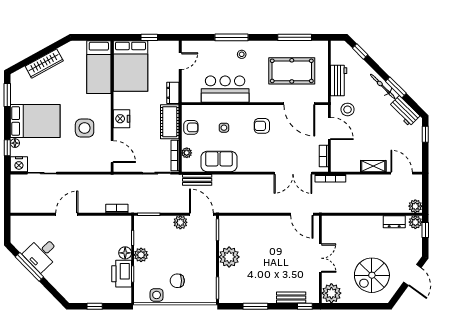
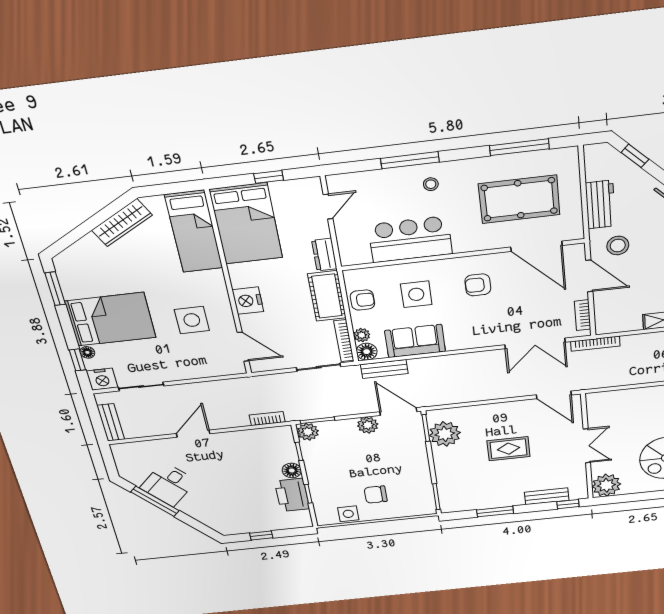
wardrobe: (44, 64) -> (122, 223), moved
side table: (224, 128) -> (416, 294), width x1.87, depth x1.87
floor lamp: (188, 165) -> (367, 352), added
bench: (16, 198) -> (111, 422), added
rug: (269, 254) -> (508, 449), added
plant: (141, 255) -> (308, 432), moved
plant: (229, 257) -> (445, 434), moved

